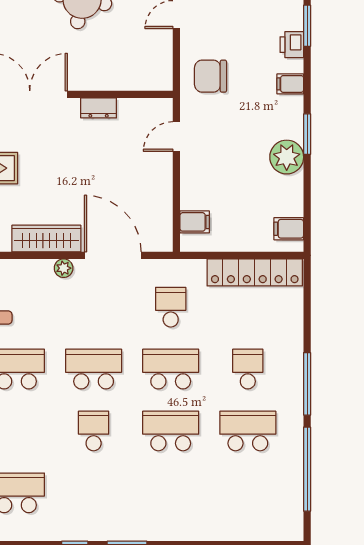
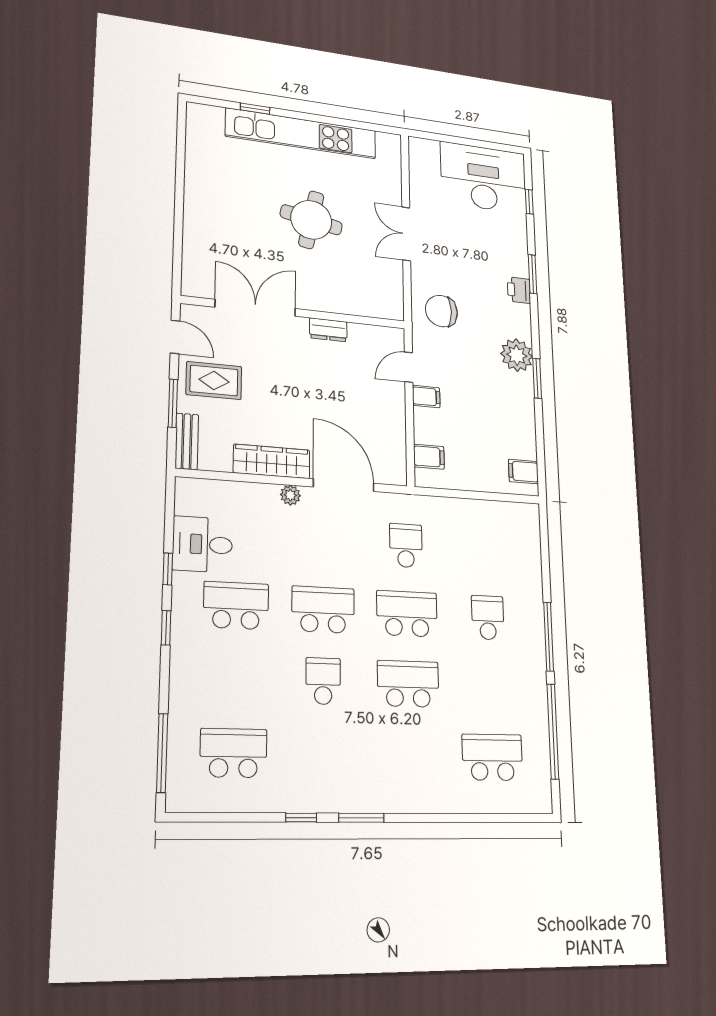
filing cabinet: (290, 84) -> (426, 397), moved, turned 180
plant: (287, 157) -> (517, 355), moved
locker: (255, 272) -> (491, 514), removed
school desk: (248, 431) -> (492, 757), moved

